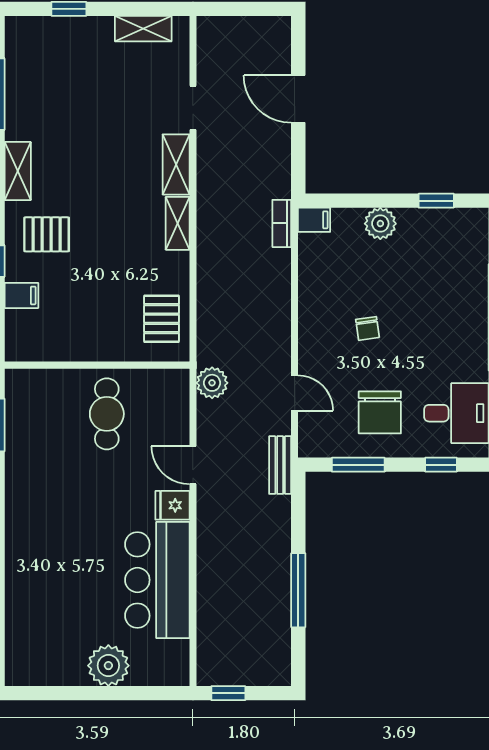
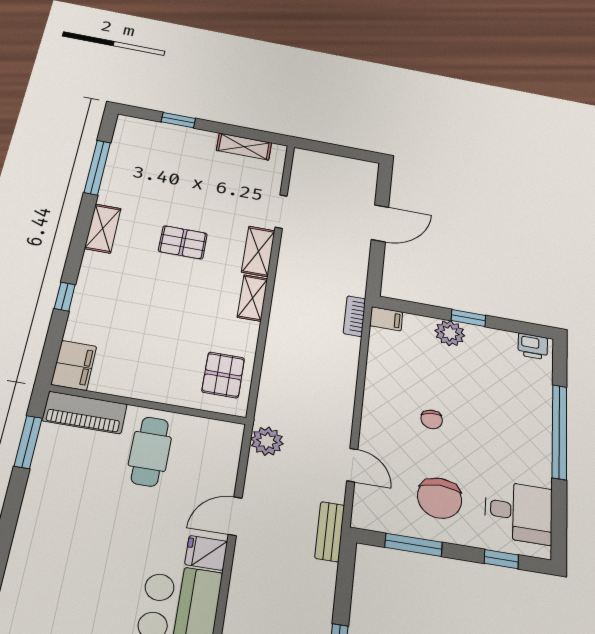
door: (298, 99) -> (380, 223), swing flipped
window: (436, 201) -> (468, 318), moved
printer: (467, 222) -> (533, 346), added
pallet: (47, 234) -> (183, 242), moved
filing cabinet: (21, 295) -> (74, 365), moved, width x2.00
piano: (41, 385) -> (85, 412), added
door: (193, 465) -> (235, 516), hinge flipped

